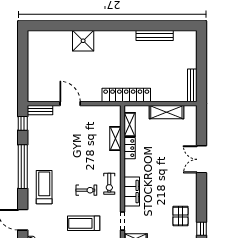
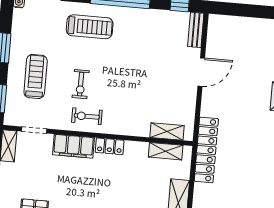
shelving: (115, 138) -> (167, 132), moved
locker: (130, 148) -> (110, 146), moved

